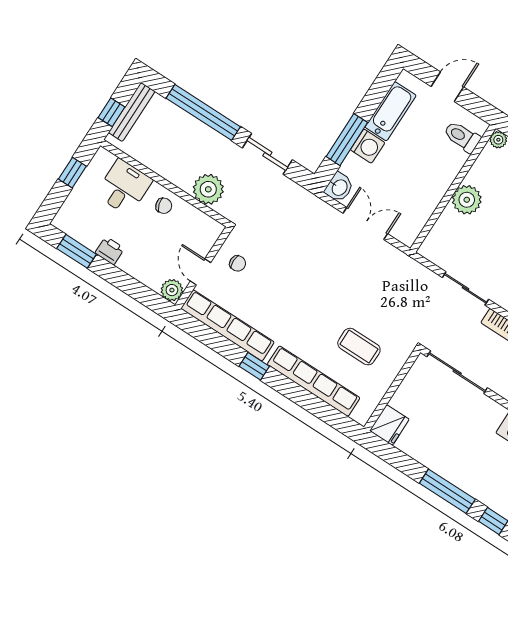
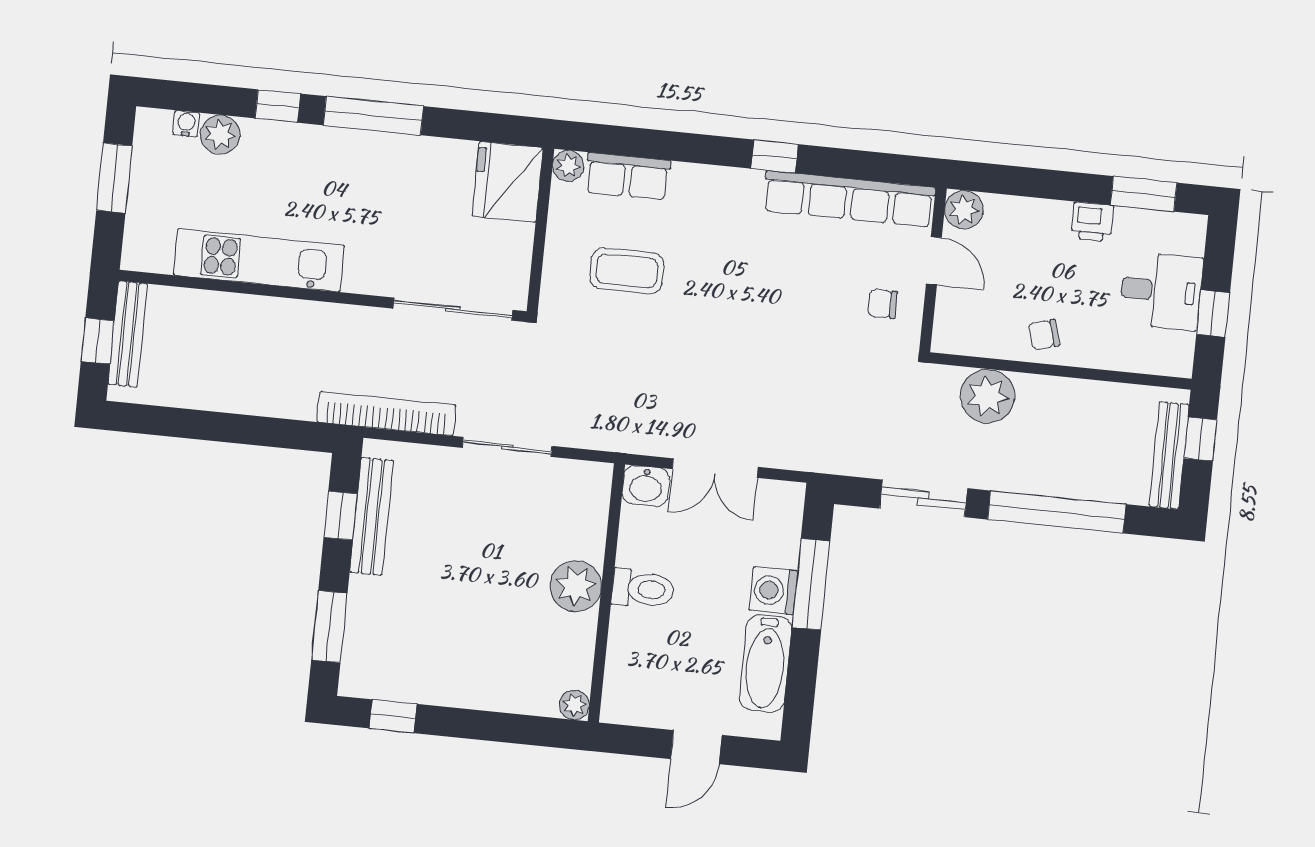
toilet: (462, 137) -> (643, 589), moved
desk: (124, 187) -> (1161, 291), moved, turned -90
washbasin: (339, 187) -> (646, 486), moved, turned -90
row of seats: (314, 381) -> (628, 176), width x0.50
plant: (361, 415) -> (568, 166), added
fridge: (389, 425) -> (508, 182), width x1.36, depth x1.34

